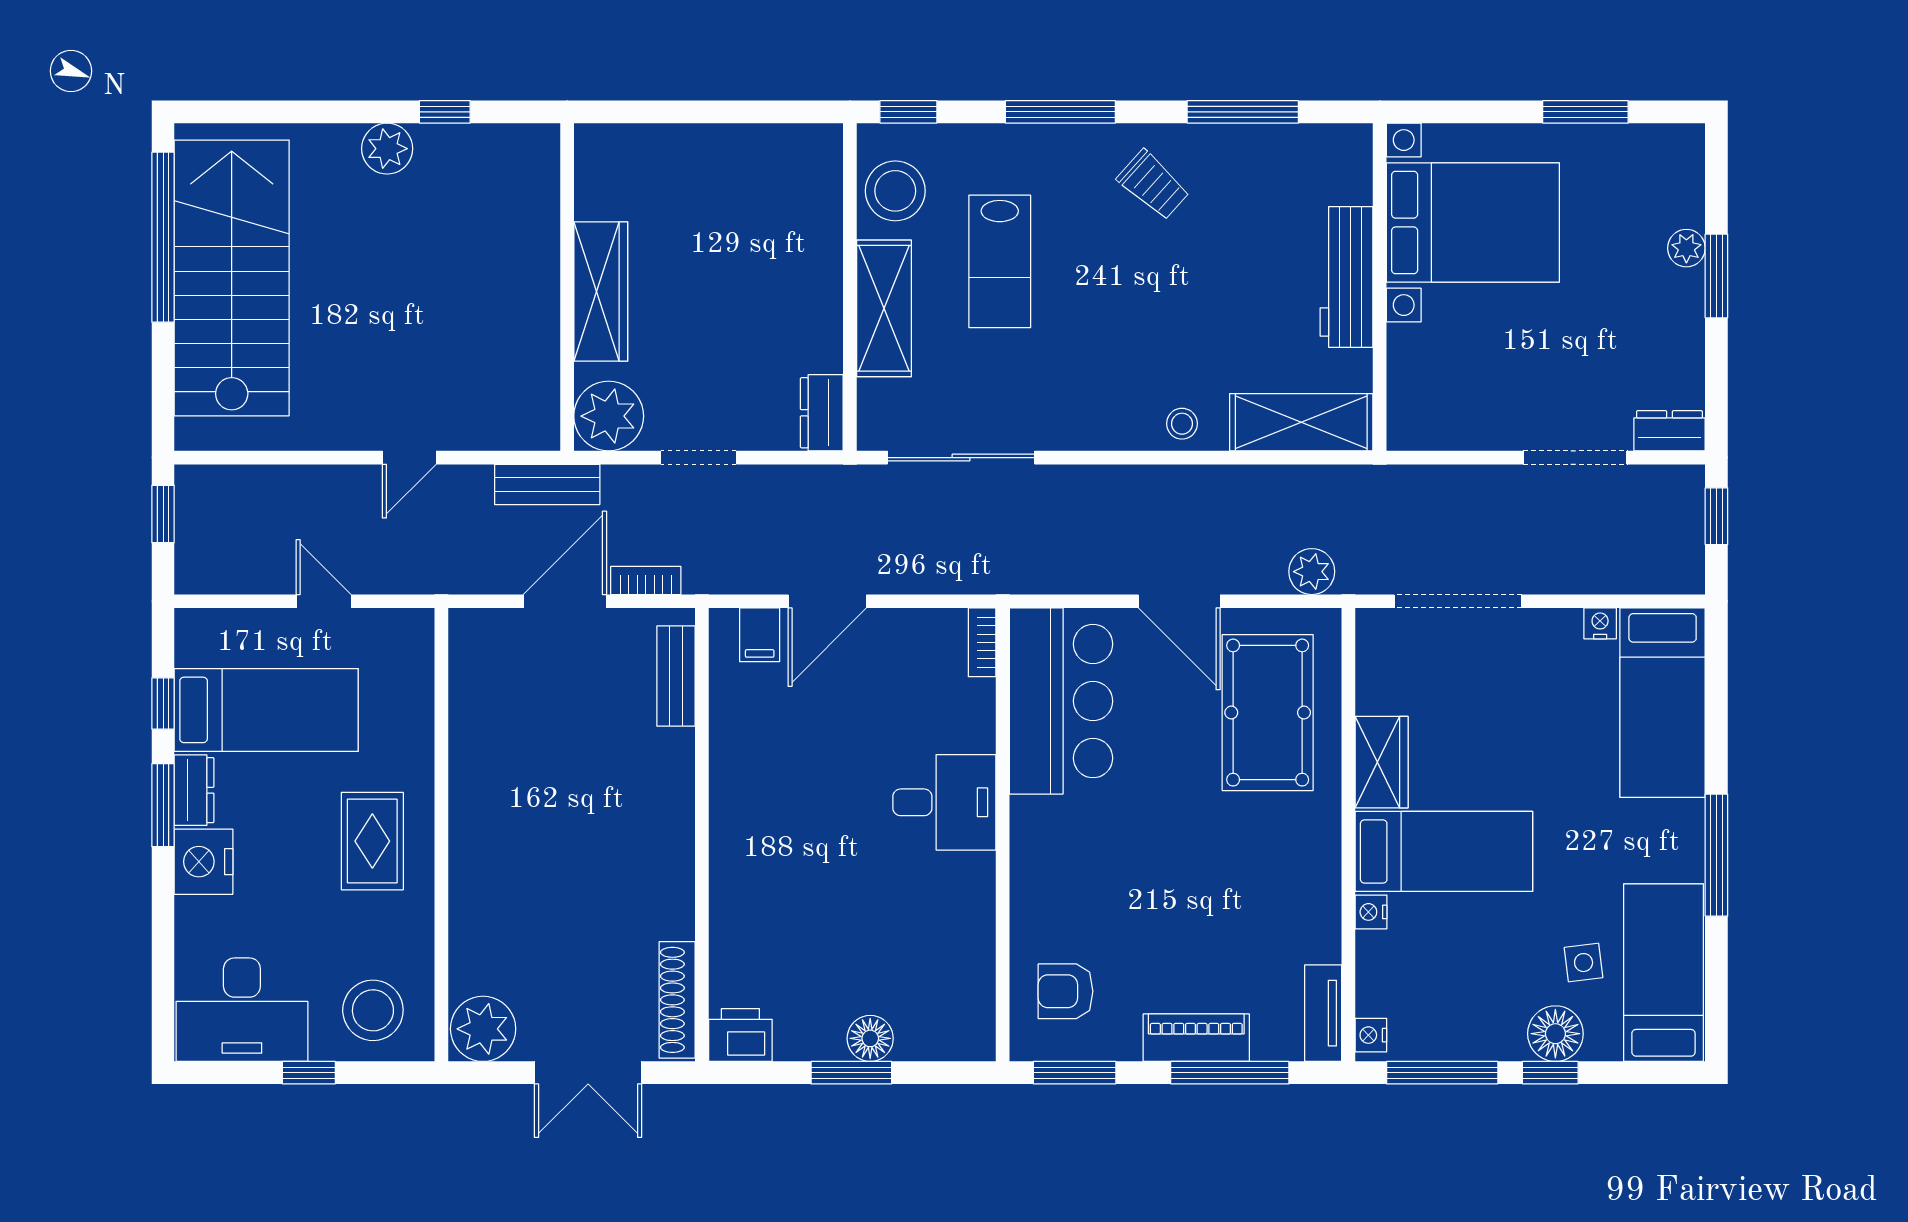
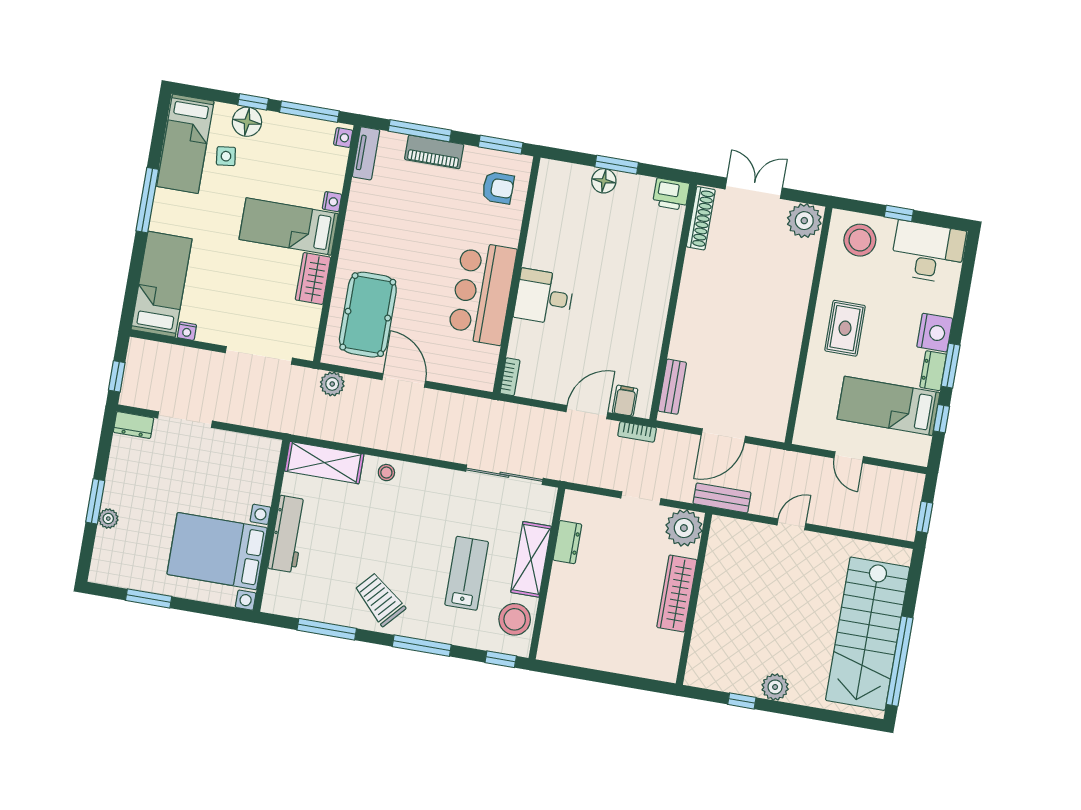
trolley: (1153, 185) -> (380, 599), width x1.36, depth x1.39
dresser: (822, 413) -> (567, 542), moved
bookcase: (646, 580) -> (637, 432), moved
bar counter: (1061, 701) -> (482, 293), moved

